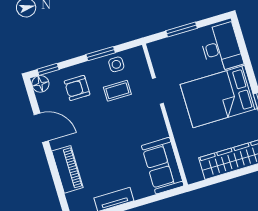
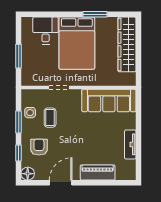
desk: (221, 48) -> (46, 31), width x0.73
window: (48, 69) -> (19, 153), moved
armchair: (77, 88) -> (39, 147), turned 180
sofa: (163, 166) -> (109, 100), width x1.36

